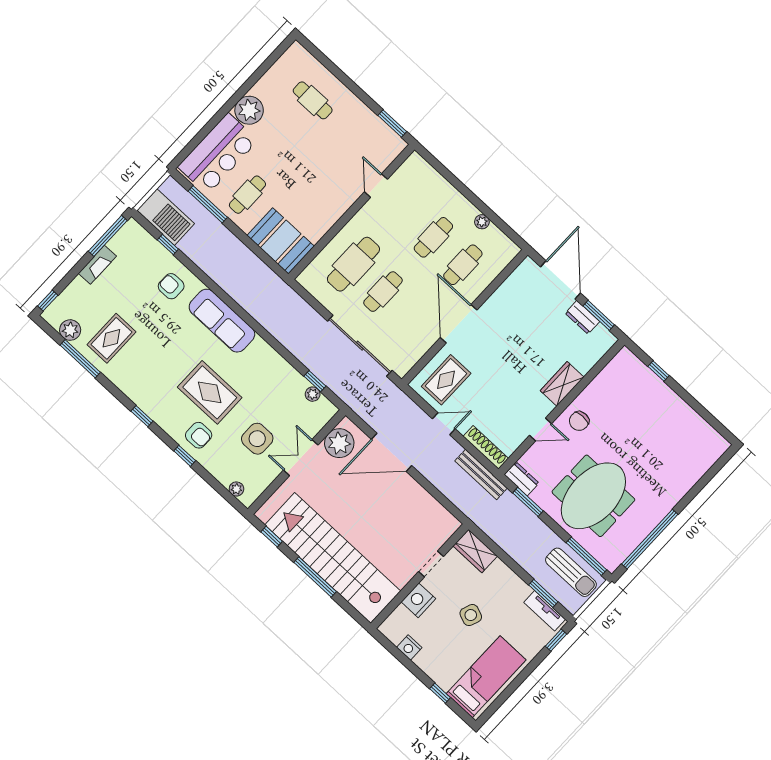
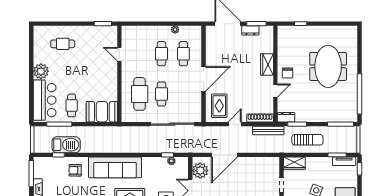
barbecue: (166, 217) -> (66, 145), moved
sofa: (222, 321) -> (115, 167), width x1.36, depth x1.27
door: (459, 324) -> (204, 79), swing flipped
meeting table: (593, 496) -> (328, 66), moved
sun lounger: (571, 572) -> (307, 140), moved

